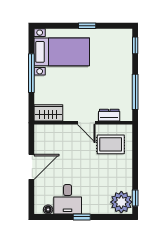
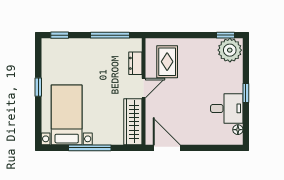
wardrobe: (48, 113) -> (133, 122), width x1.50
door: (31, 167) -> (167, 148), moved

